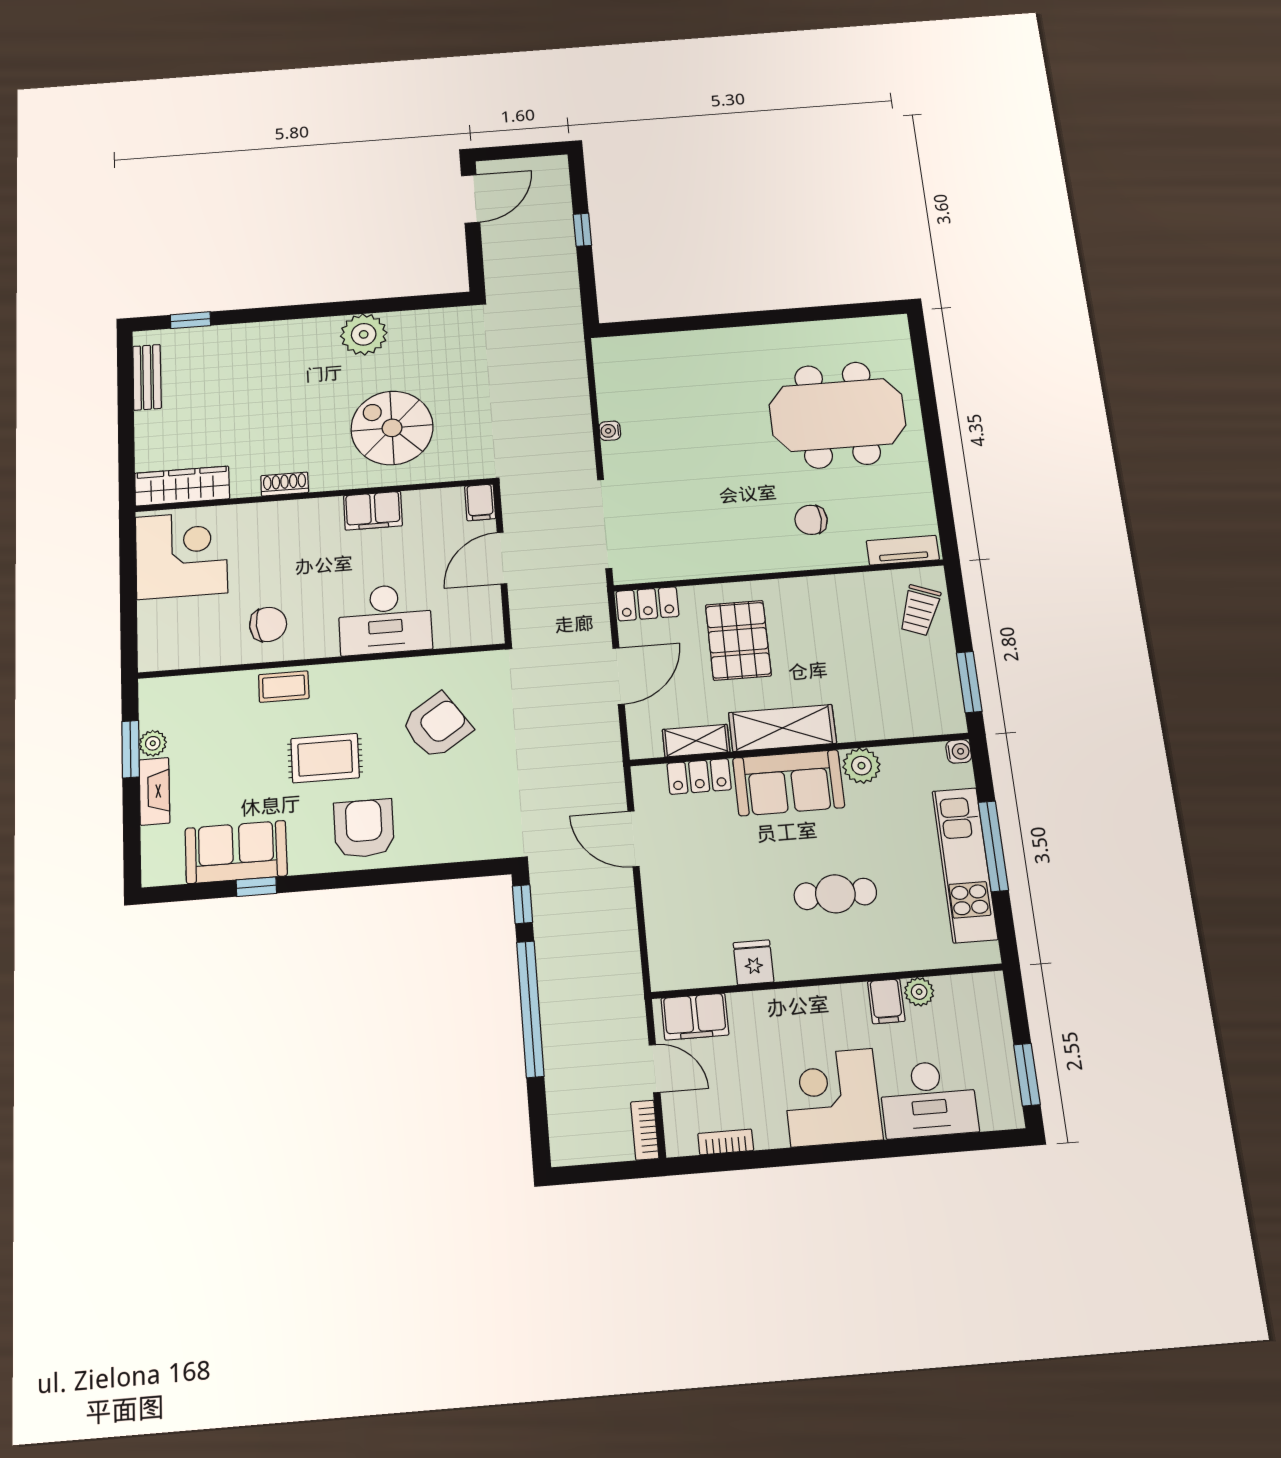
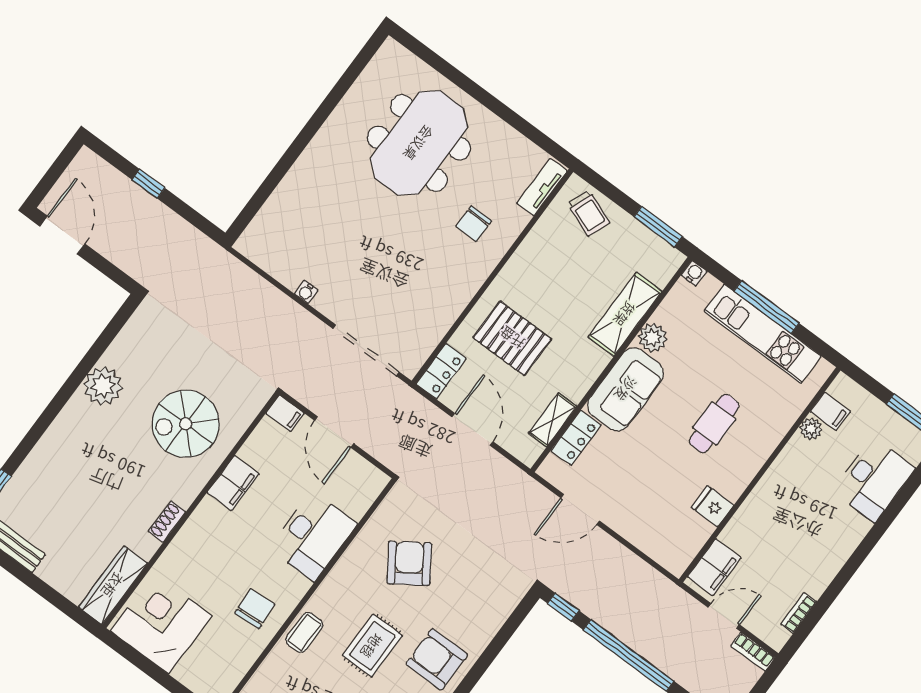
shelving: (782, 728) -> (625, 314), moved
filing cabinet: (886, 1001) -> (830, 411), moved
corner desk: (832, 1098) -> (826, 532), removed

